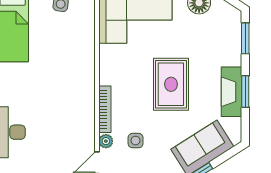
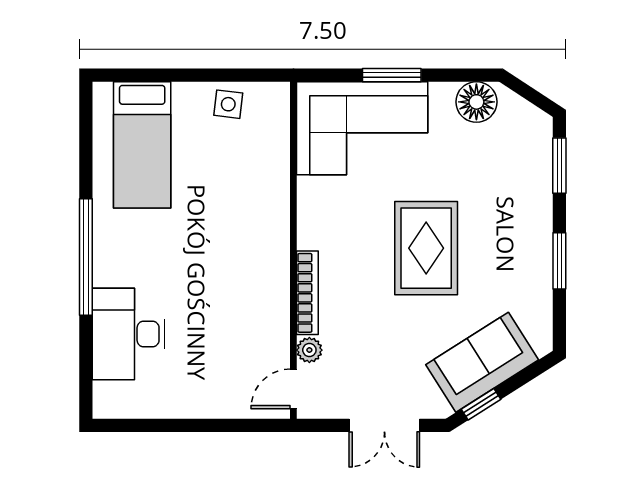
fireplace: (232, 92) -> (535, 262), removed
side table: (136, 141) -> (363, 349), removed

